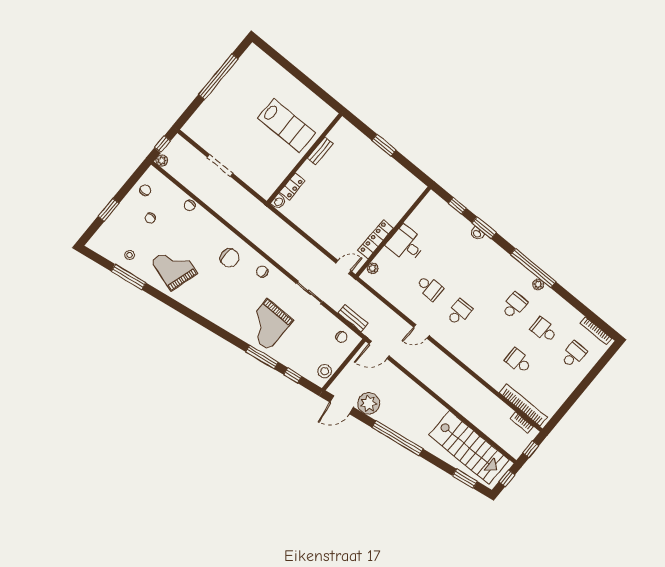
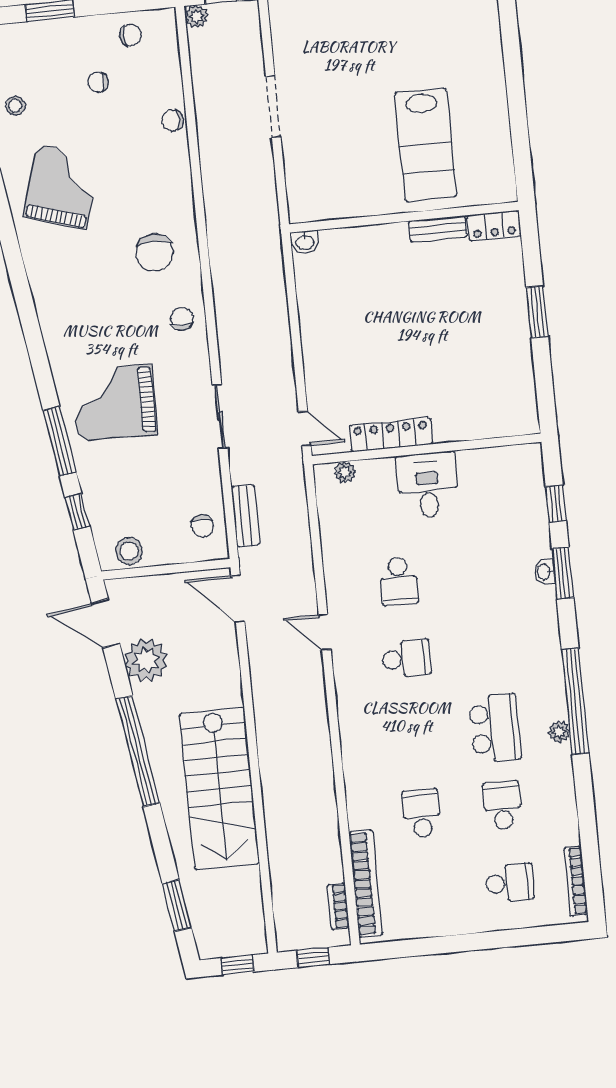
locker: (292, 187) -> (494, 226), moved
school desk: (514, 306) -> (495, 728), width x1.85
stairs: (469, 447) -> (219, 788), moved

